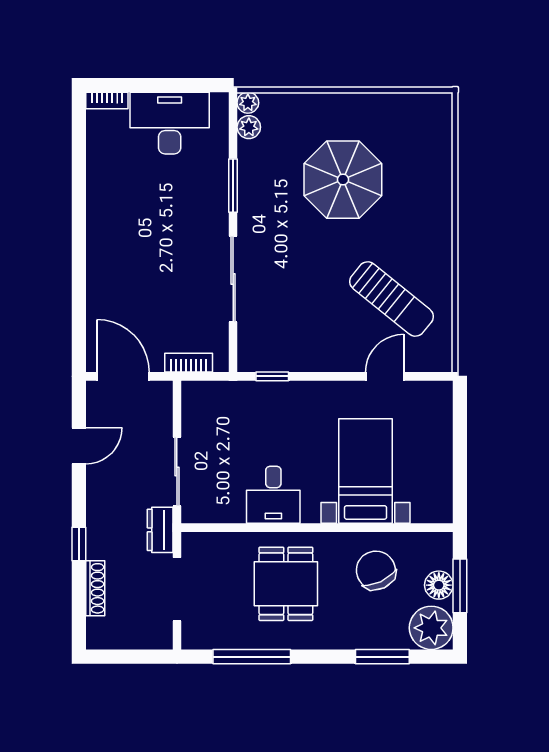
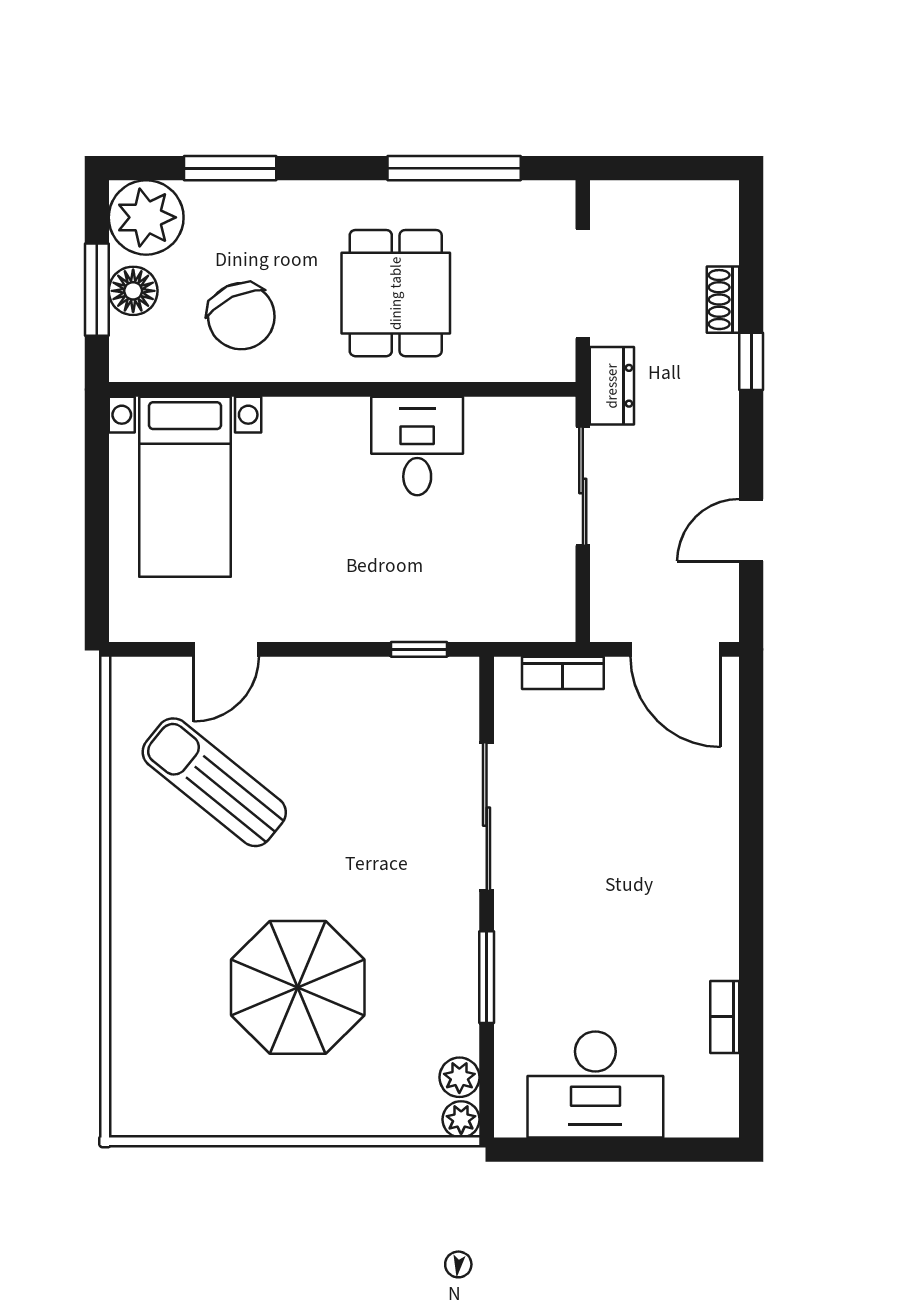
bookcase: (107, 100) -> (725, 1017), moved, turned -90
bed with nightstands: (366, 471) -> (185, 487), moved
shoe rack: (95, 588) -> (723, 300), width x0.70

